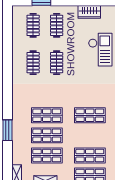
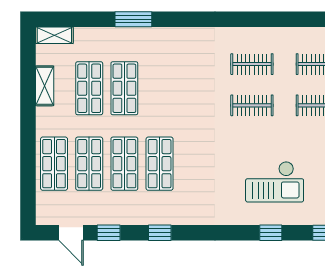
shop shelf: (47, 115) -> (124, 164), moved

